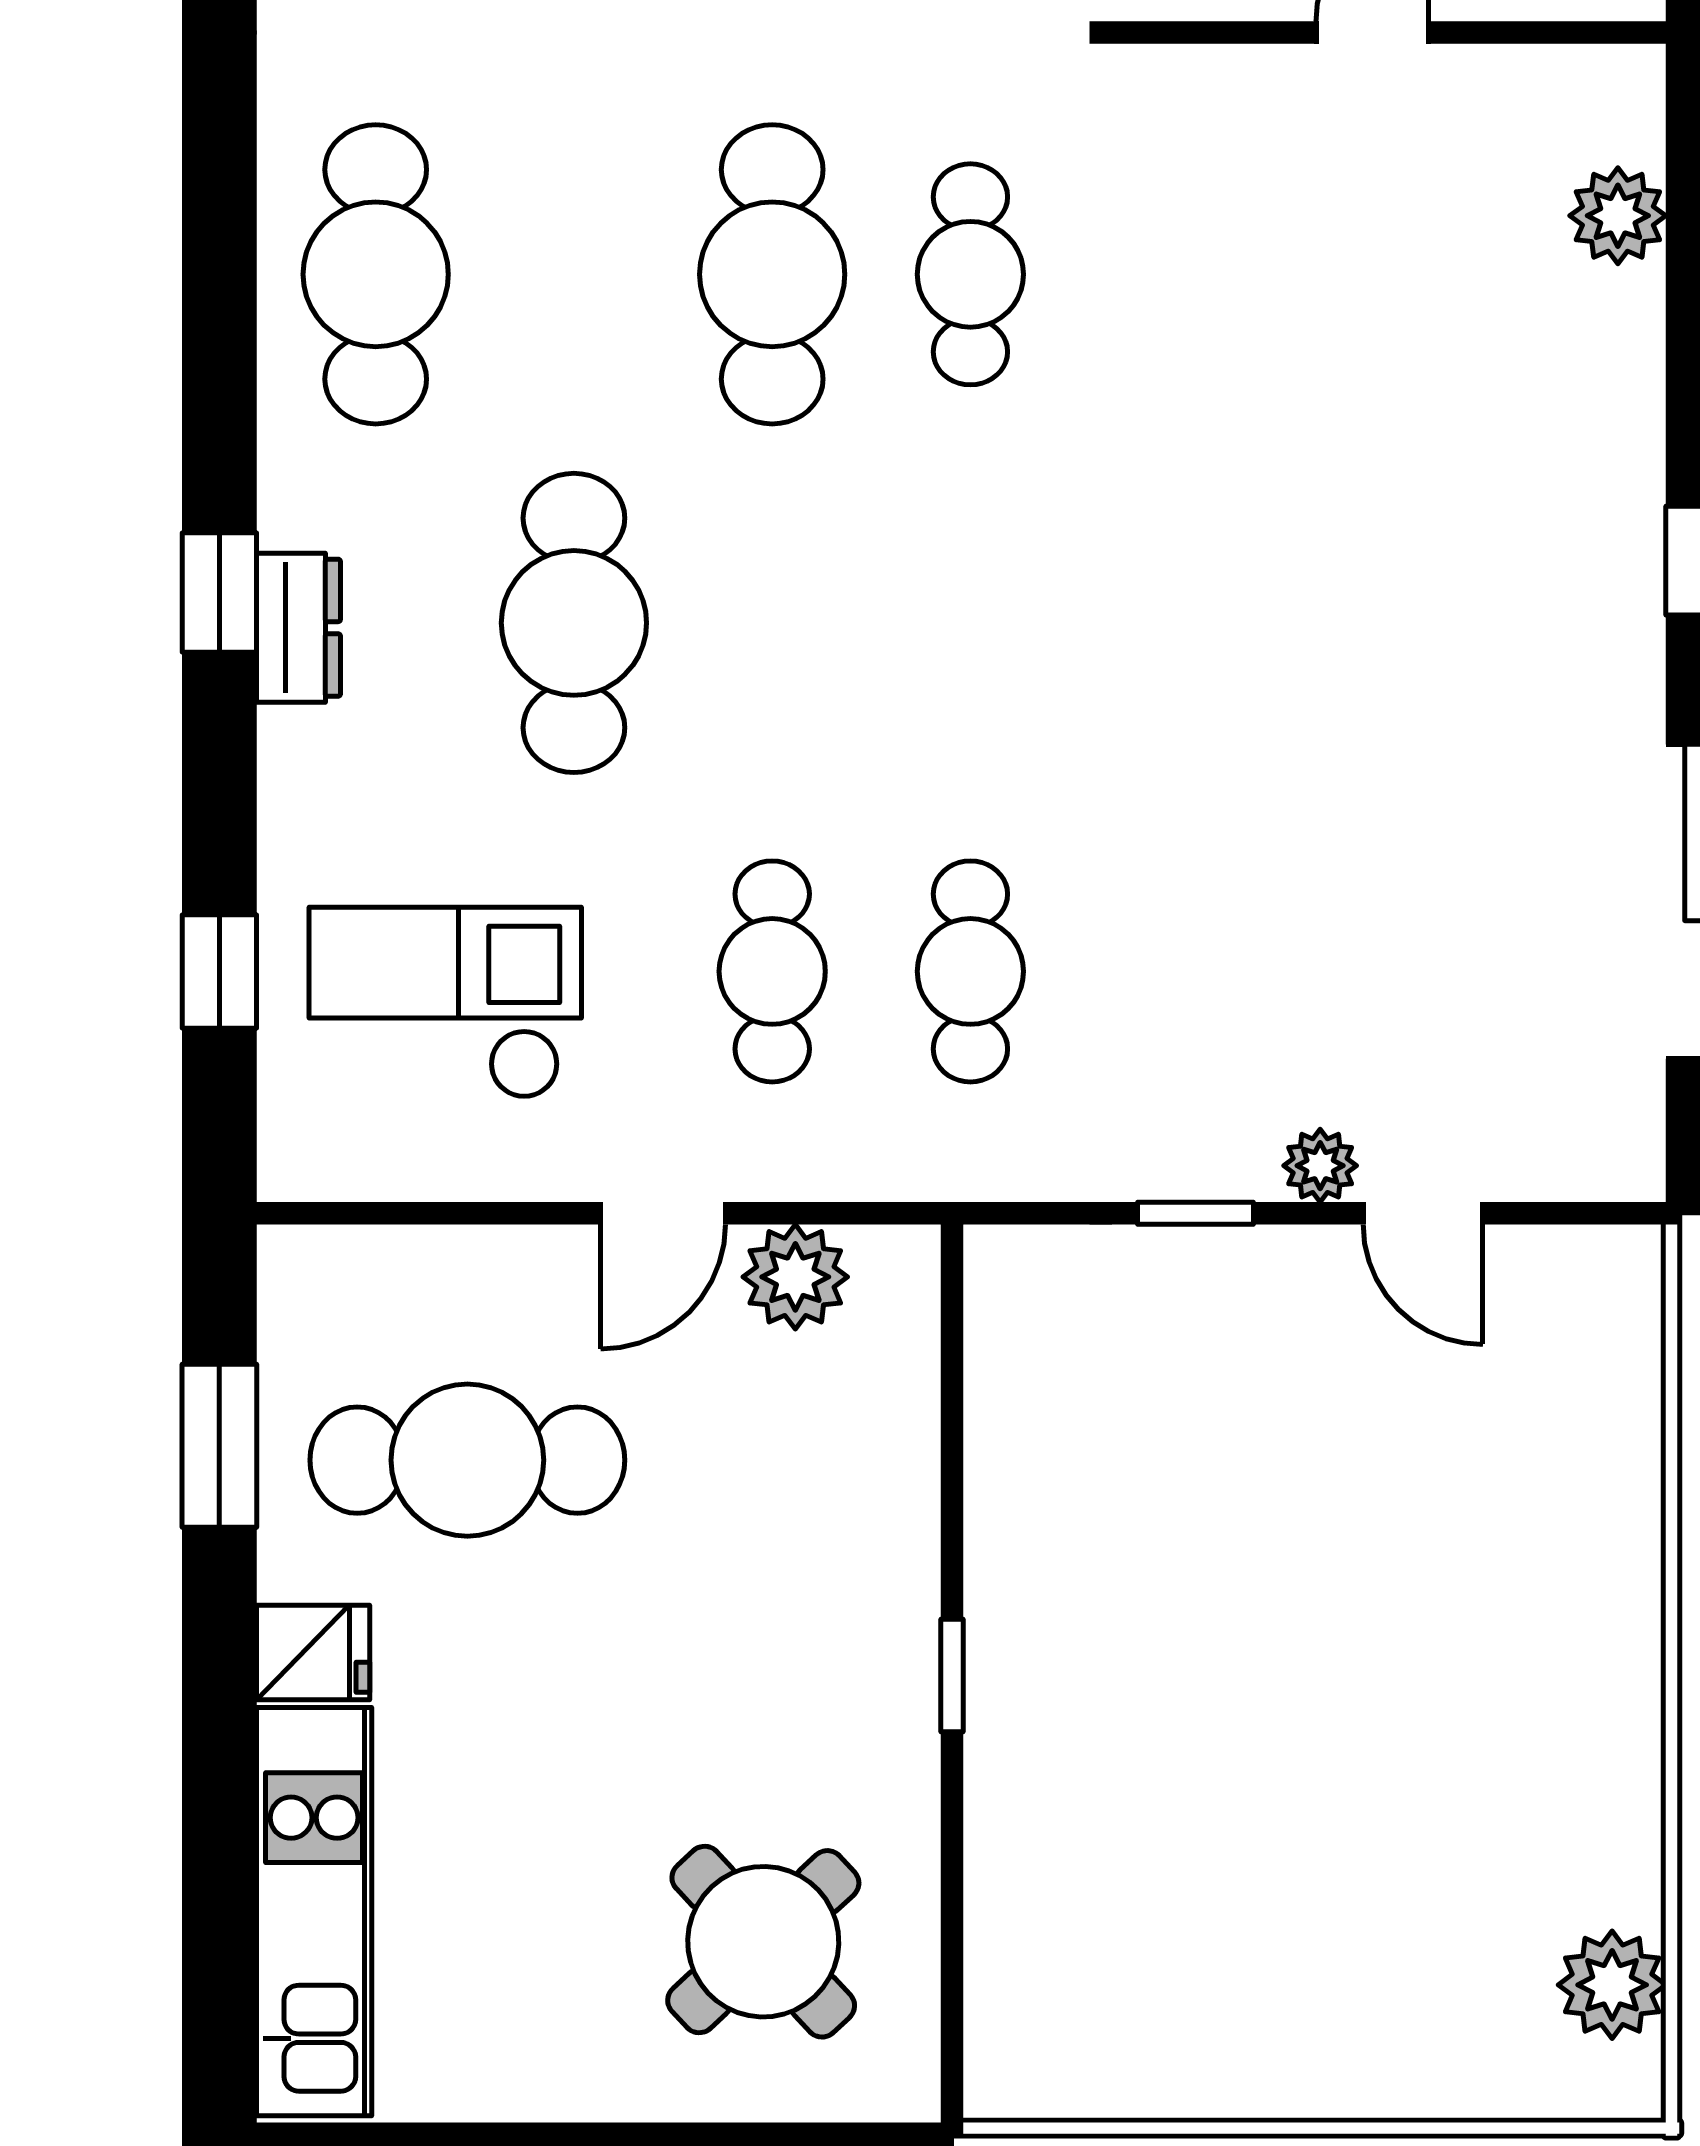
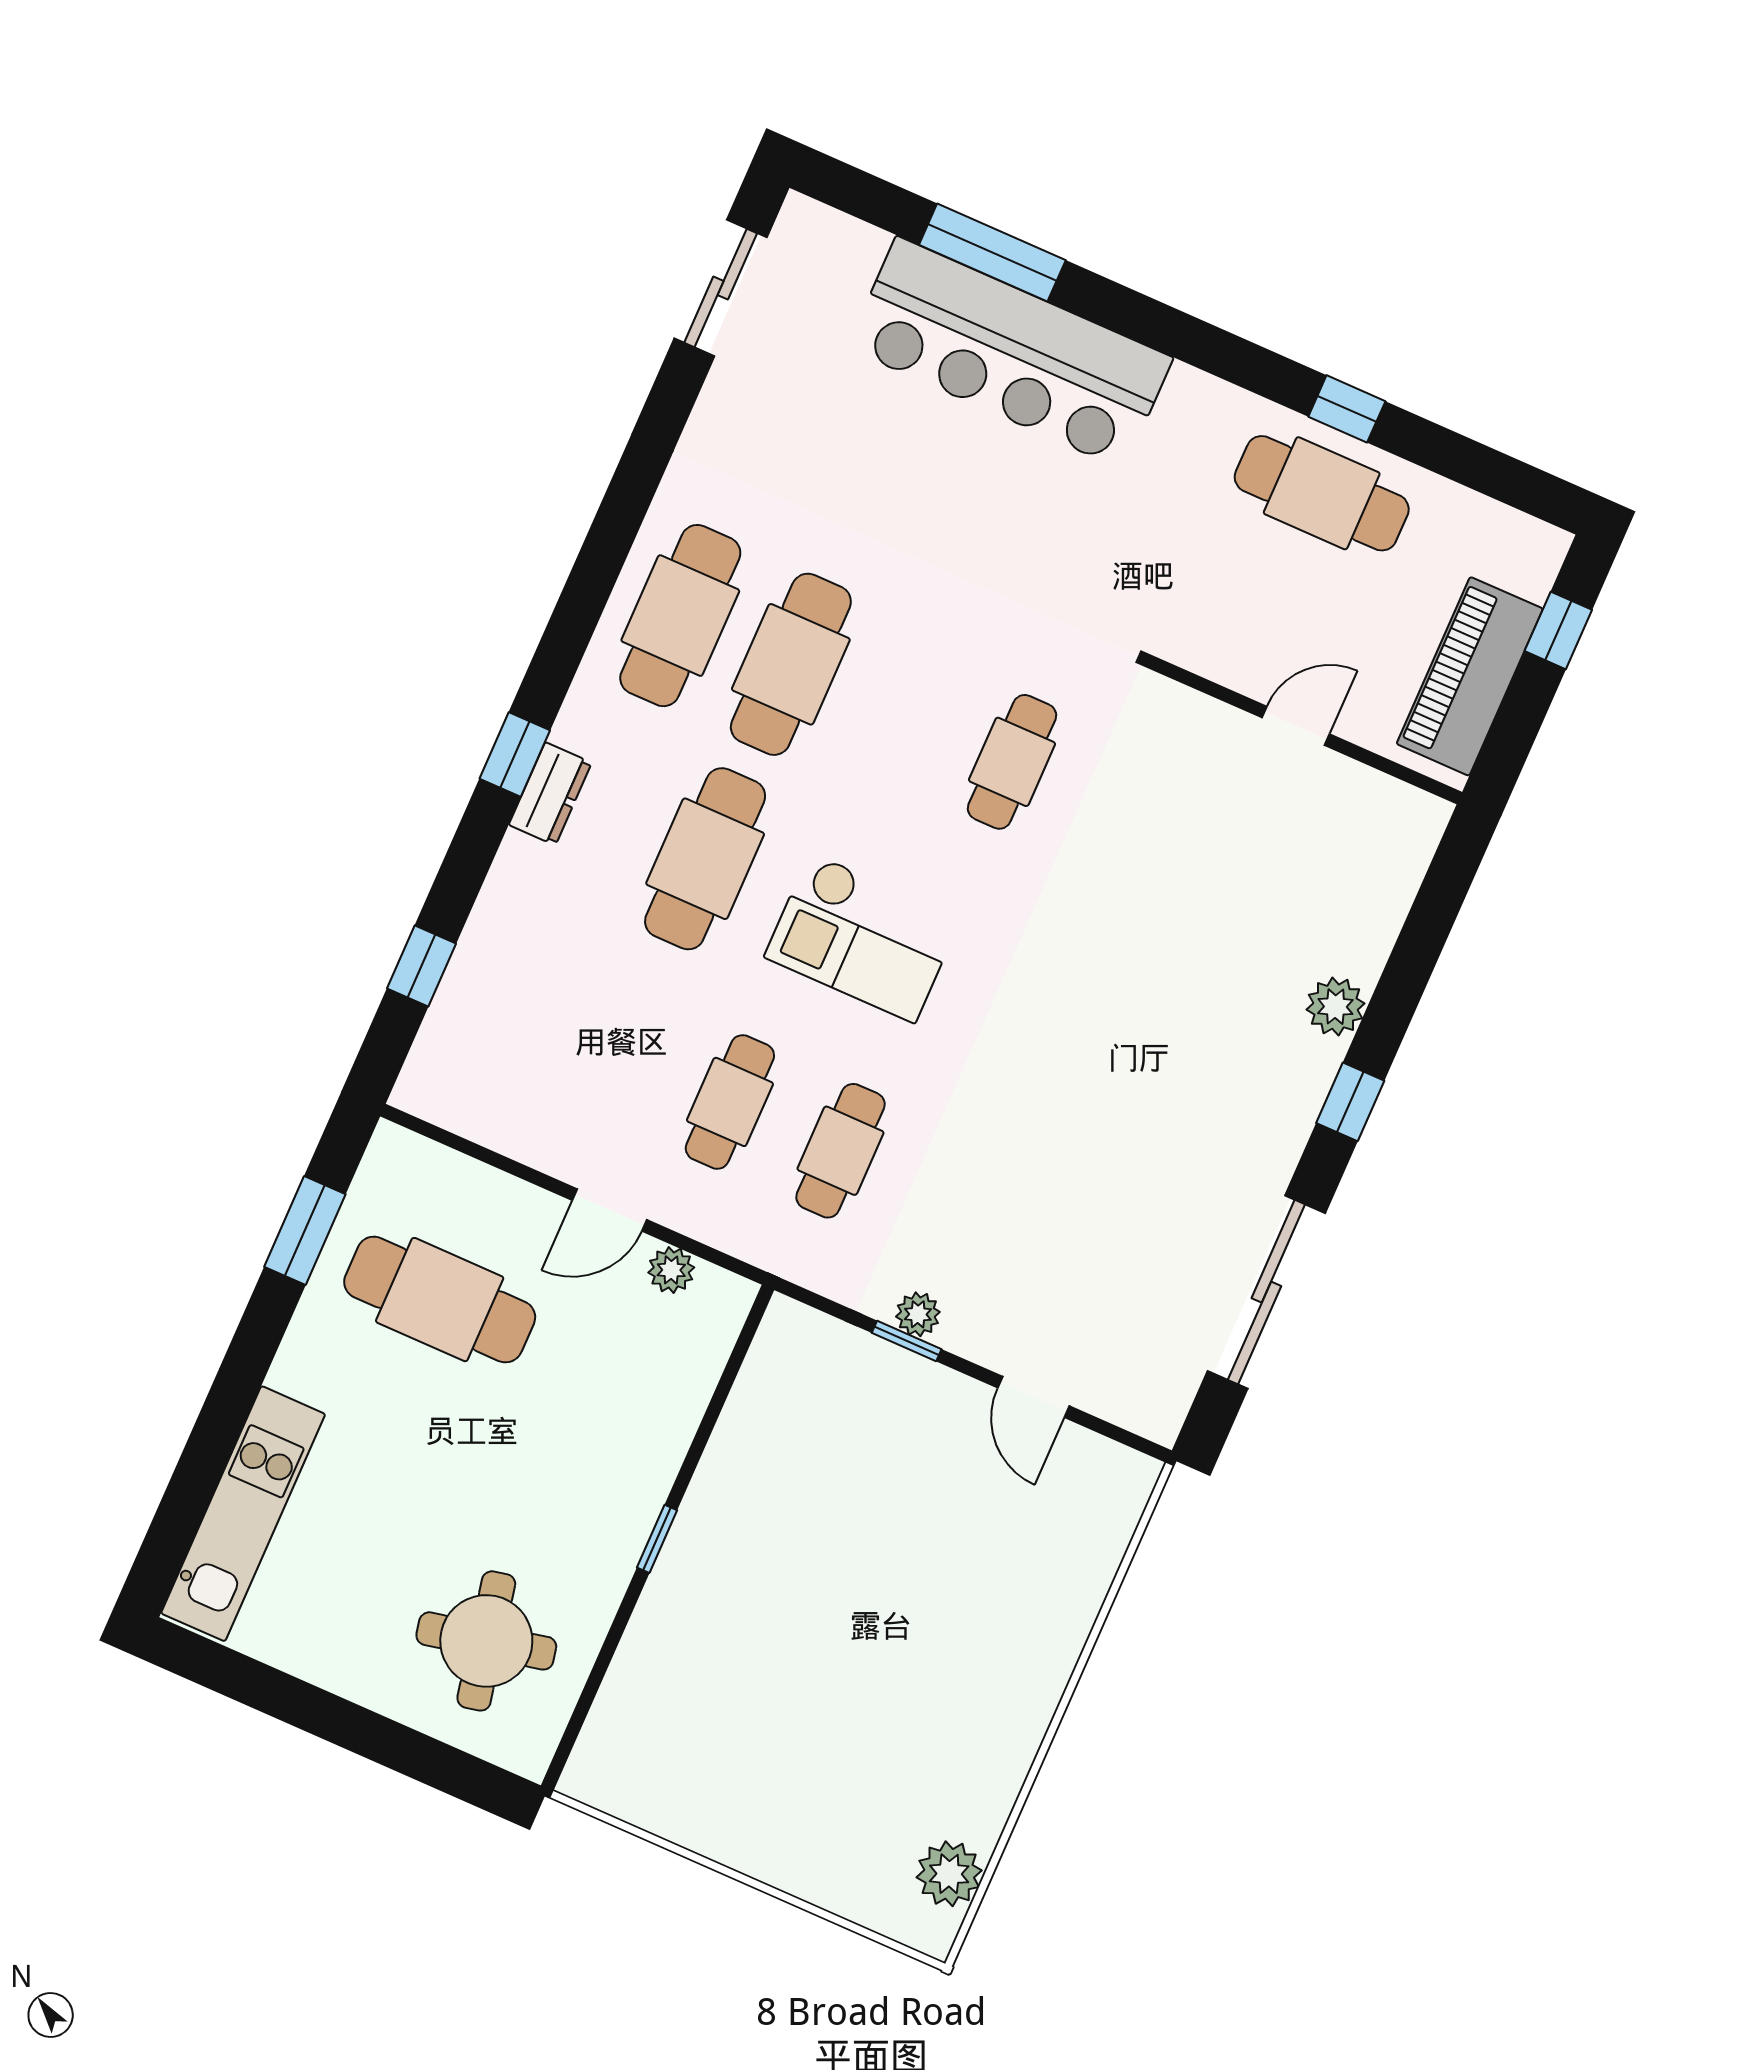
plant: (1618, 216) -> (1335, 1007), moved
cafe table: (772, 274) -> (791, 664), moved
checkout: (445, 1003) -> (863, 937), moved, turned 180
plant: (1320, 1166) -> (918, 1314), moved
plant: (795, 1277) -> (671, 1270), width x0.73, depth x0.73
fridge: (313, 1653) -> (306, 1369), removed
round table: (763, 1942) -> (486, 1641), turned 31

